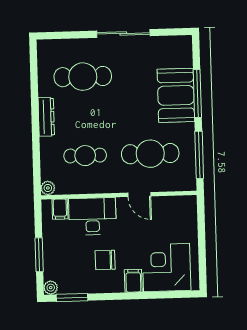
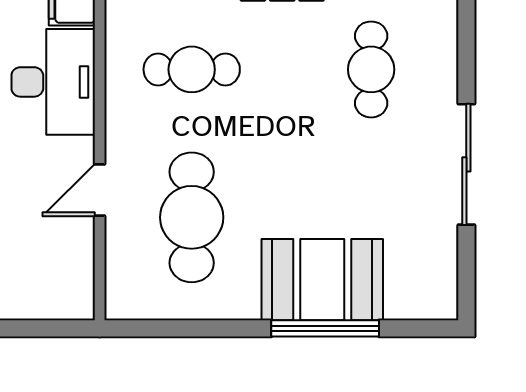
cafe table: (83, 77) -> (371, 69), width x0.73, depth x0.74
window: (199, 155) -> (186, 328), removed
cafe table: (85, 156) -> (192, 69), turned 90

